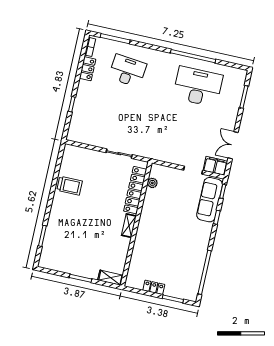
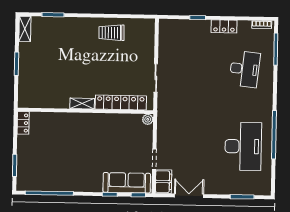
locker: (88, 69) -> (224, 26), moved
plant: (152, 183) -> (148, 119), moved
trolley: (70, 186) -> (111, 33), turned 89
shelving: (110, 278) -> (25, 29), moved
locker: (154, 287) -> (23, 123), moved

